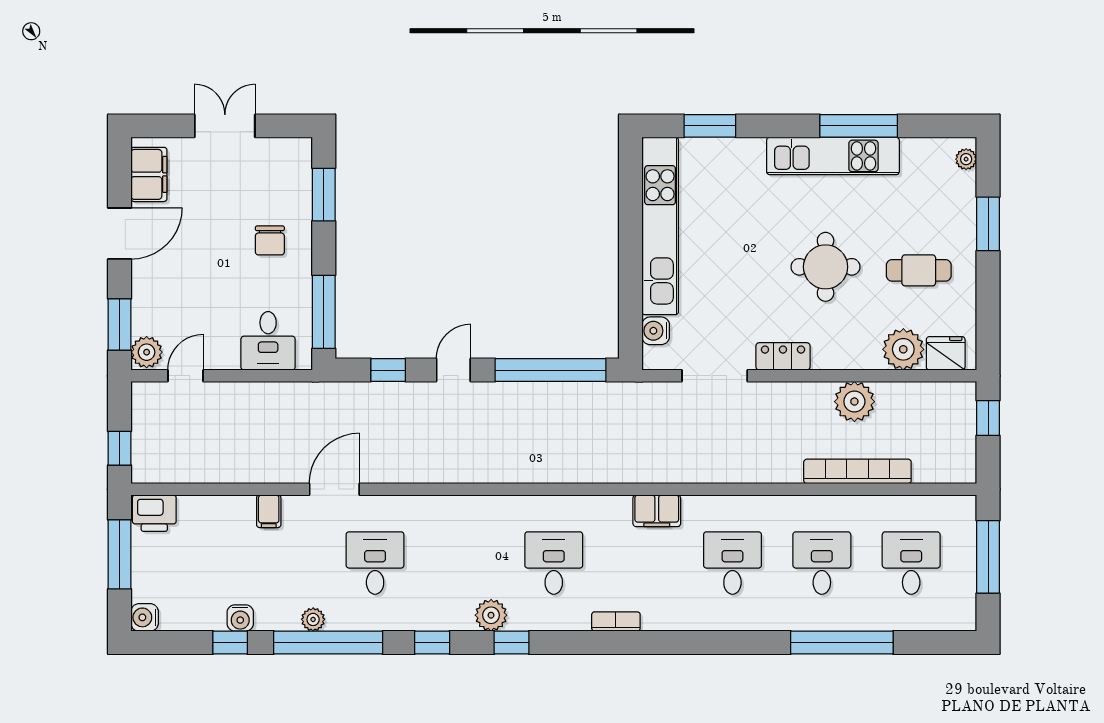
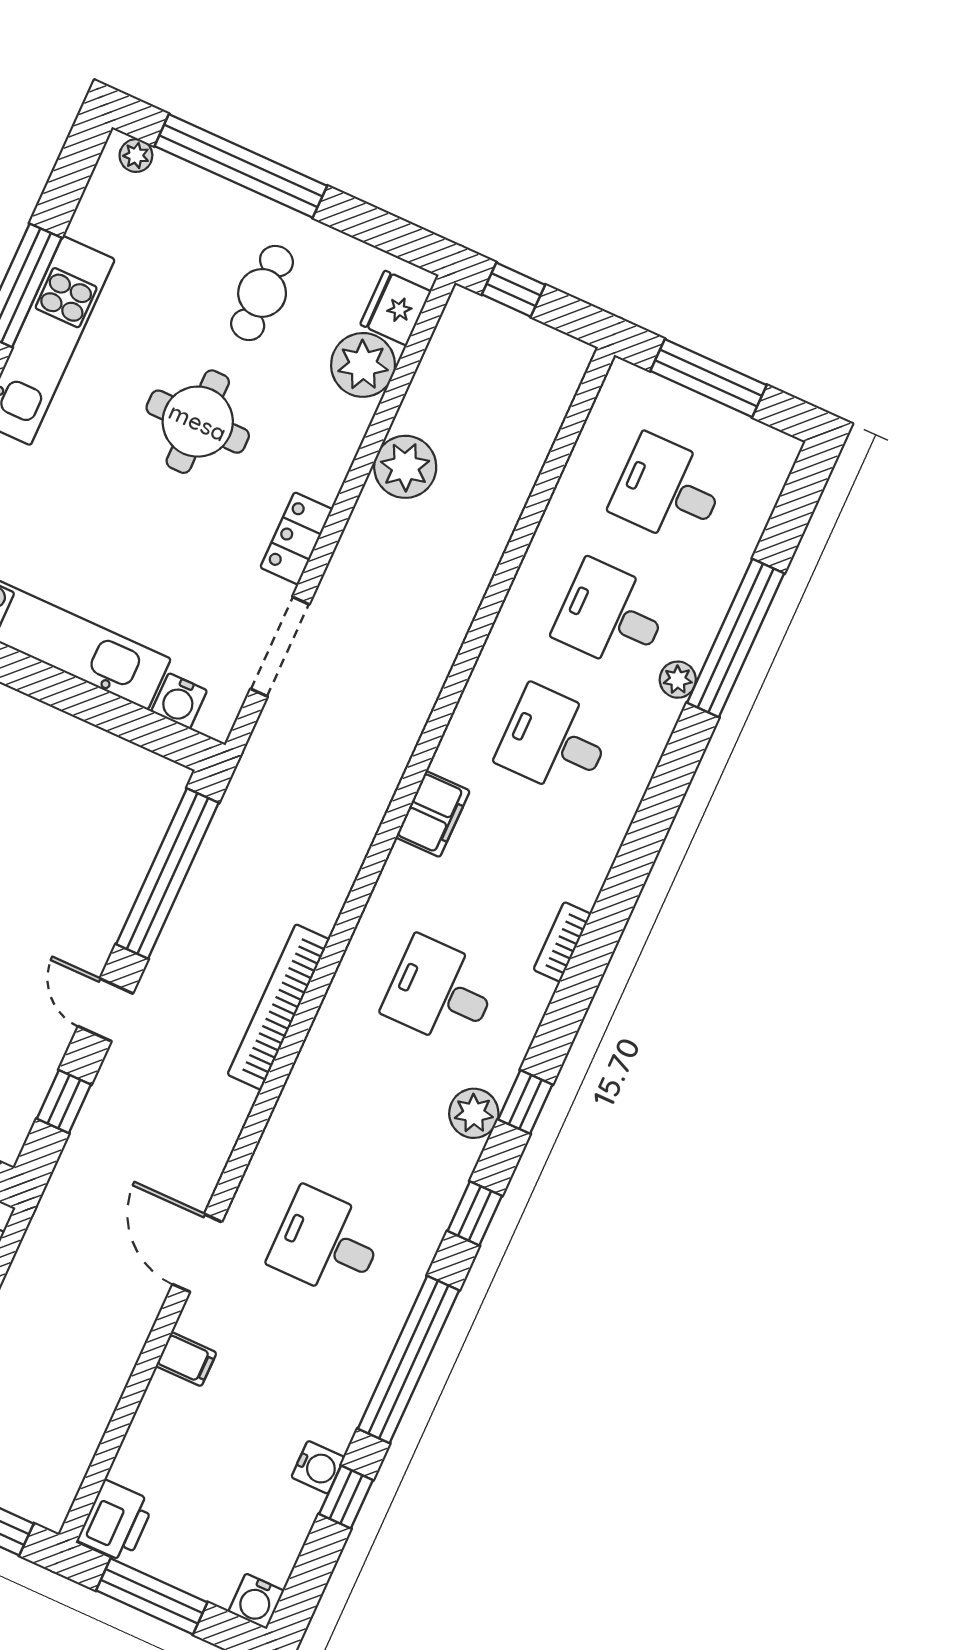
window: (988, 224) -> (241, 166), width x2.11
bookcase: (857, 471) -> (278, 1007), moved
plant: (313, 619) -> (678, 680), moved

